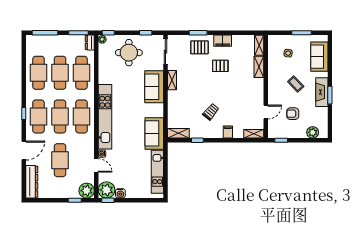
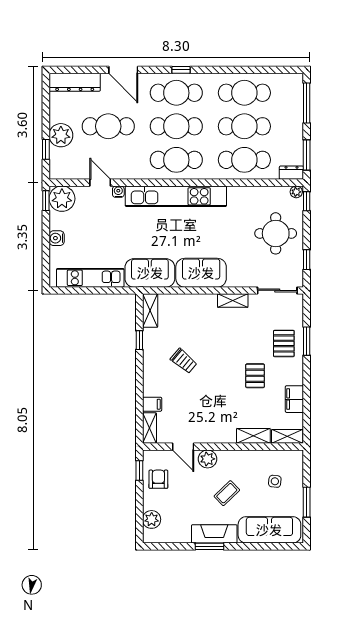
filing cabinet: (223, 41) -> (294, 399), moved
sofa: (319, 57) -> (269, 530), width x1.36
sofa: (154, 87) -> (201, 273), moved
plant: (274, 96) -> (207, 459), added
armchair: (293, 114) -> (158, 479), moved
filing cabinet: (228, 132) -> (152, 404), moved
door: (96, 165) -> (100, 183), swing flipped
plant: (87, 191) -> (61, 135), moved
water cooler: (120, 193) -> (57, 238), moved

